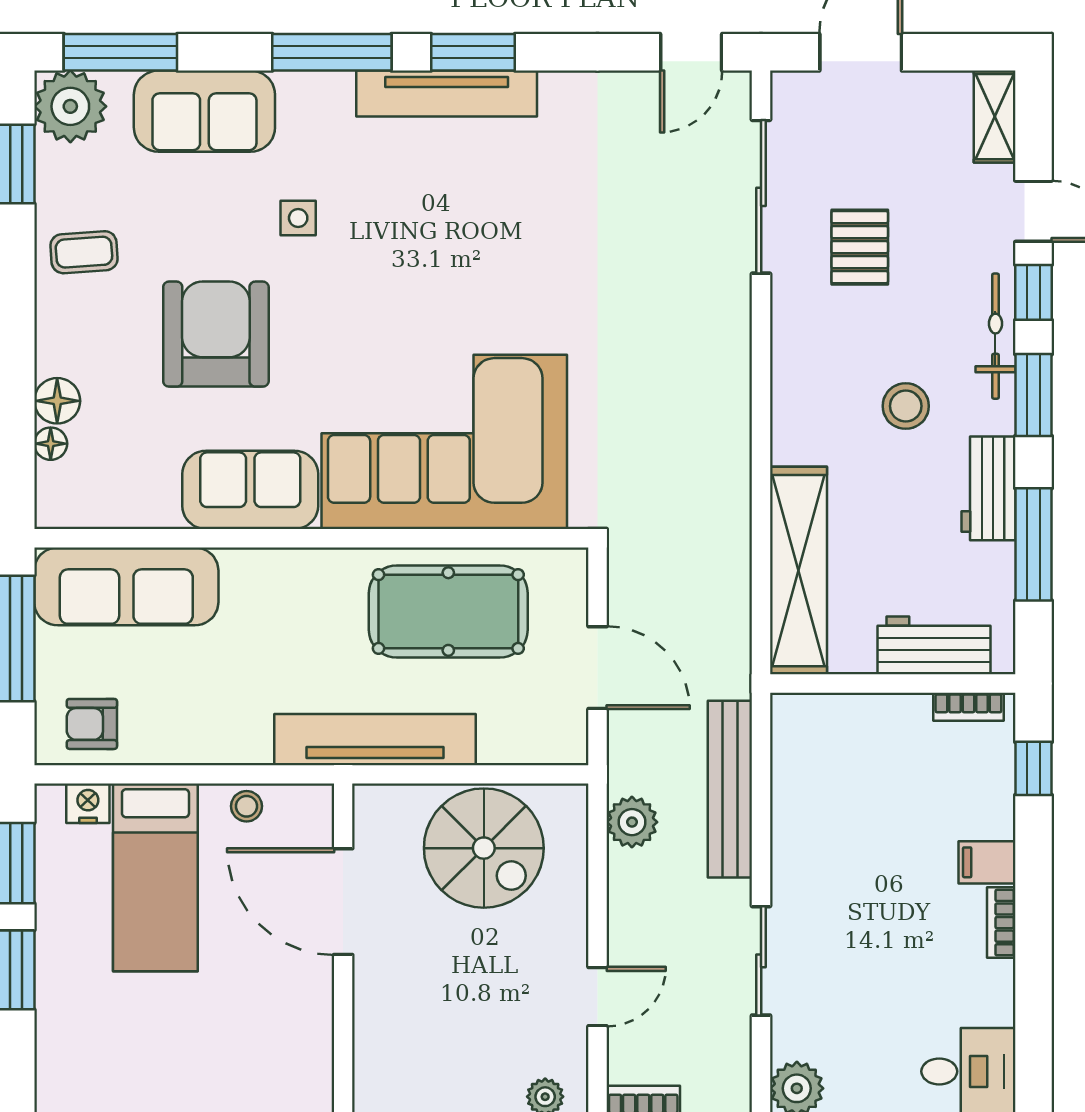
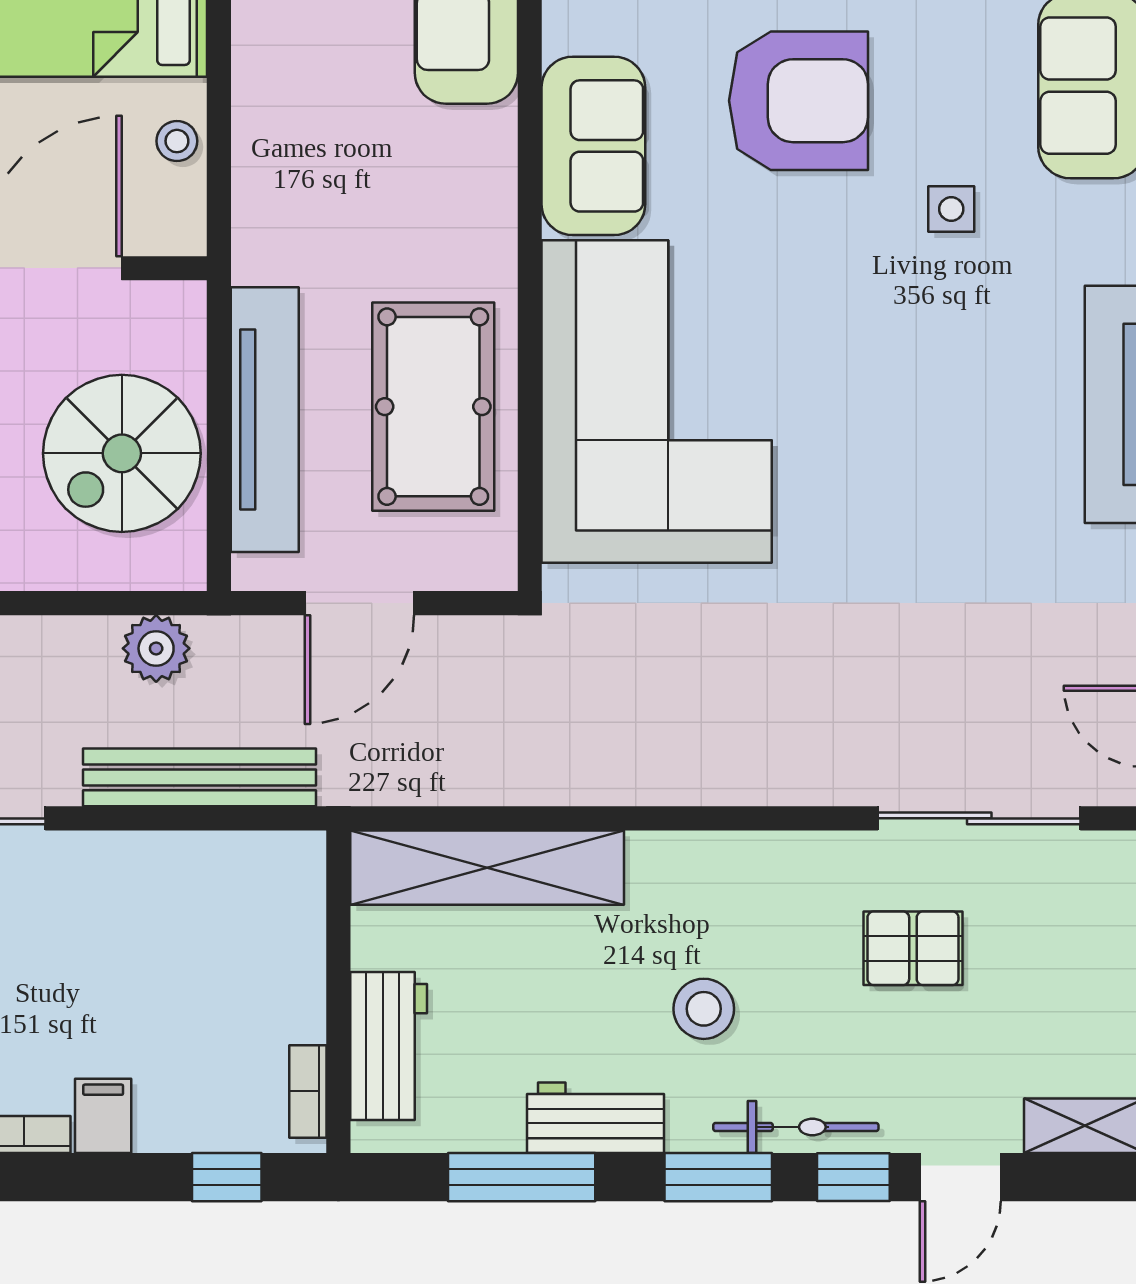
tv unit: (375, 740) -> (265, 420), moved

